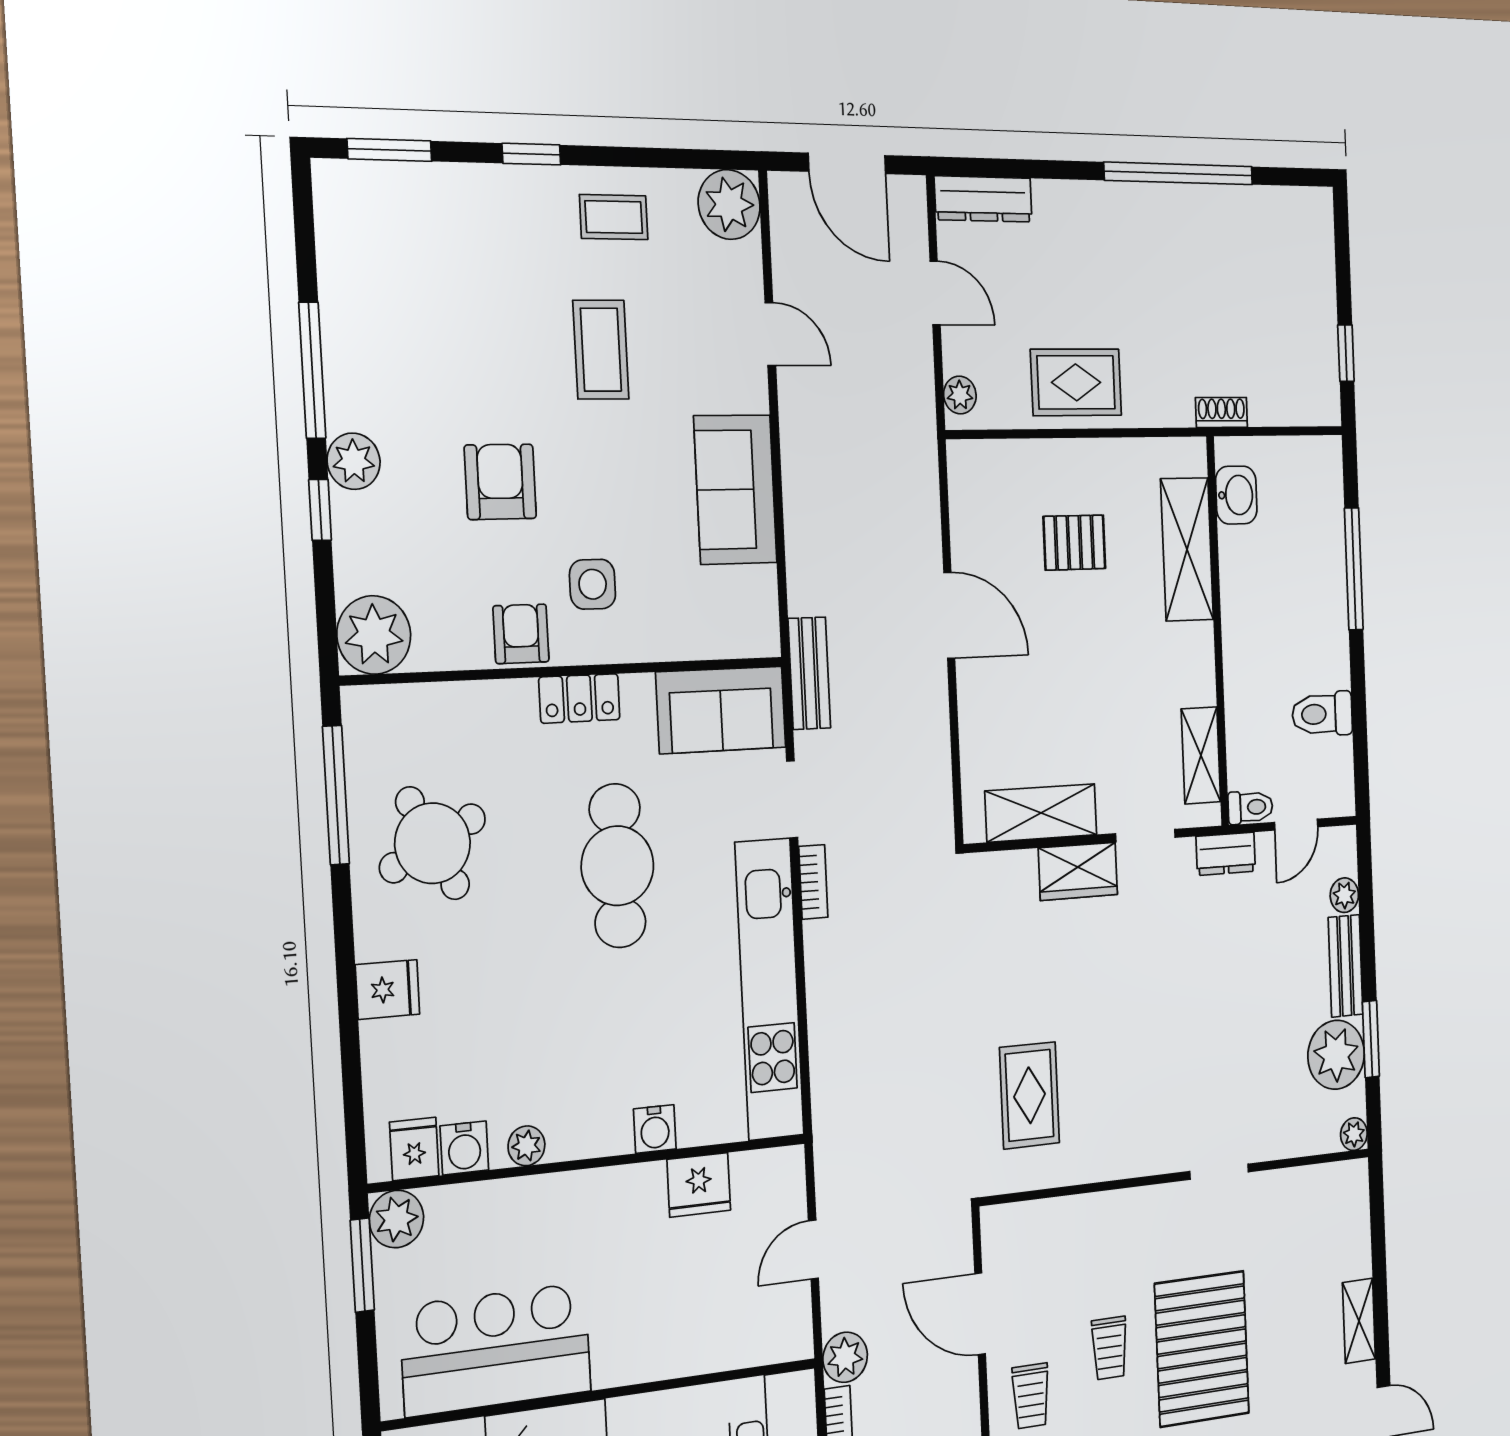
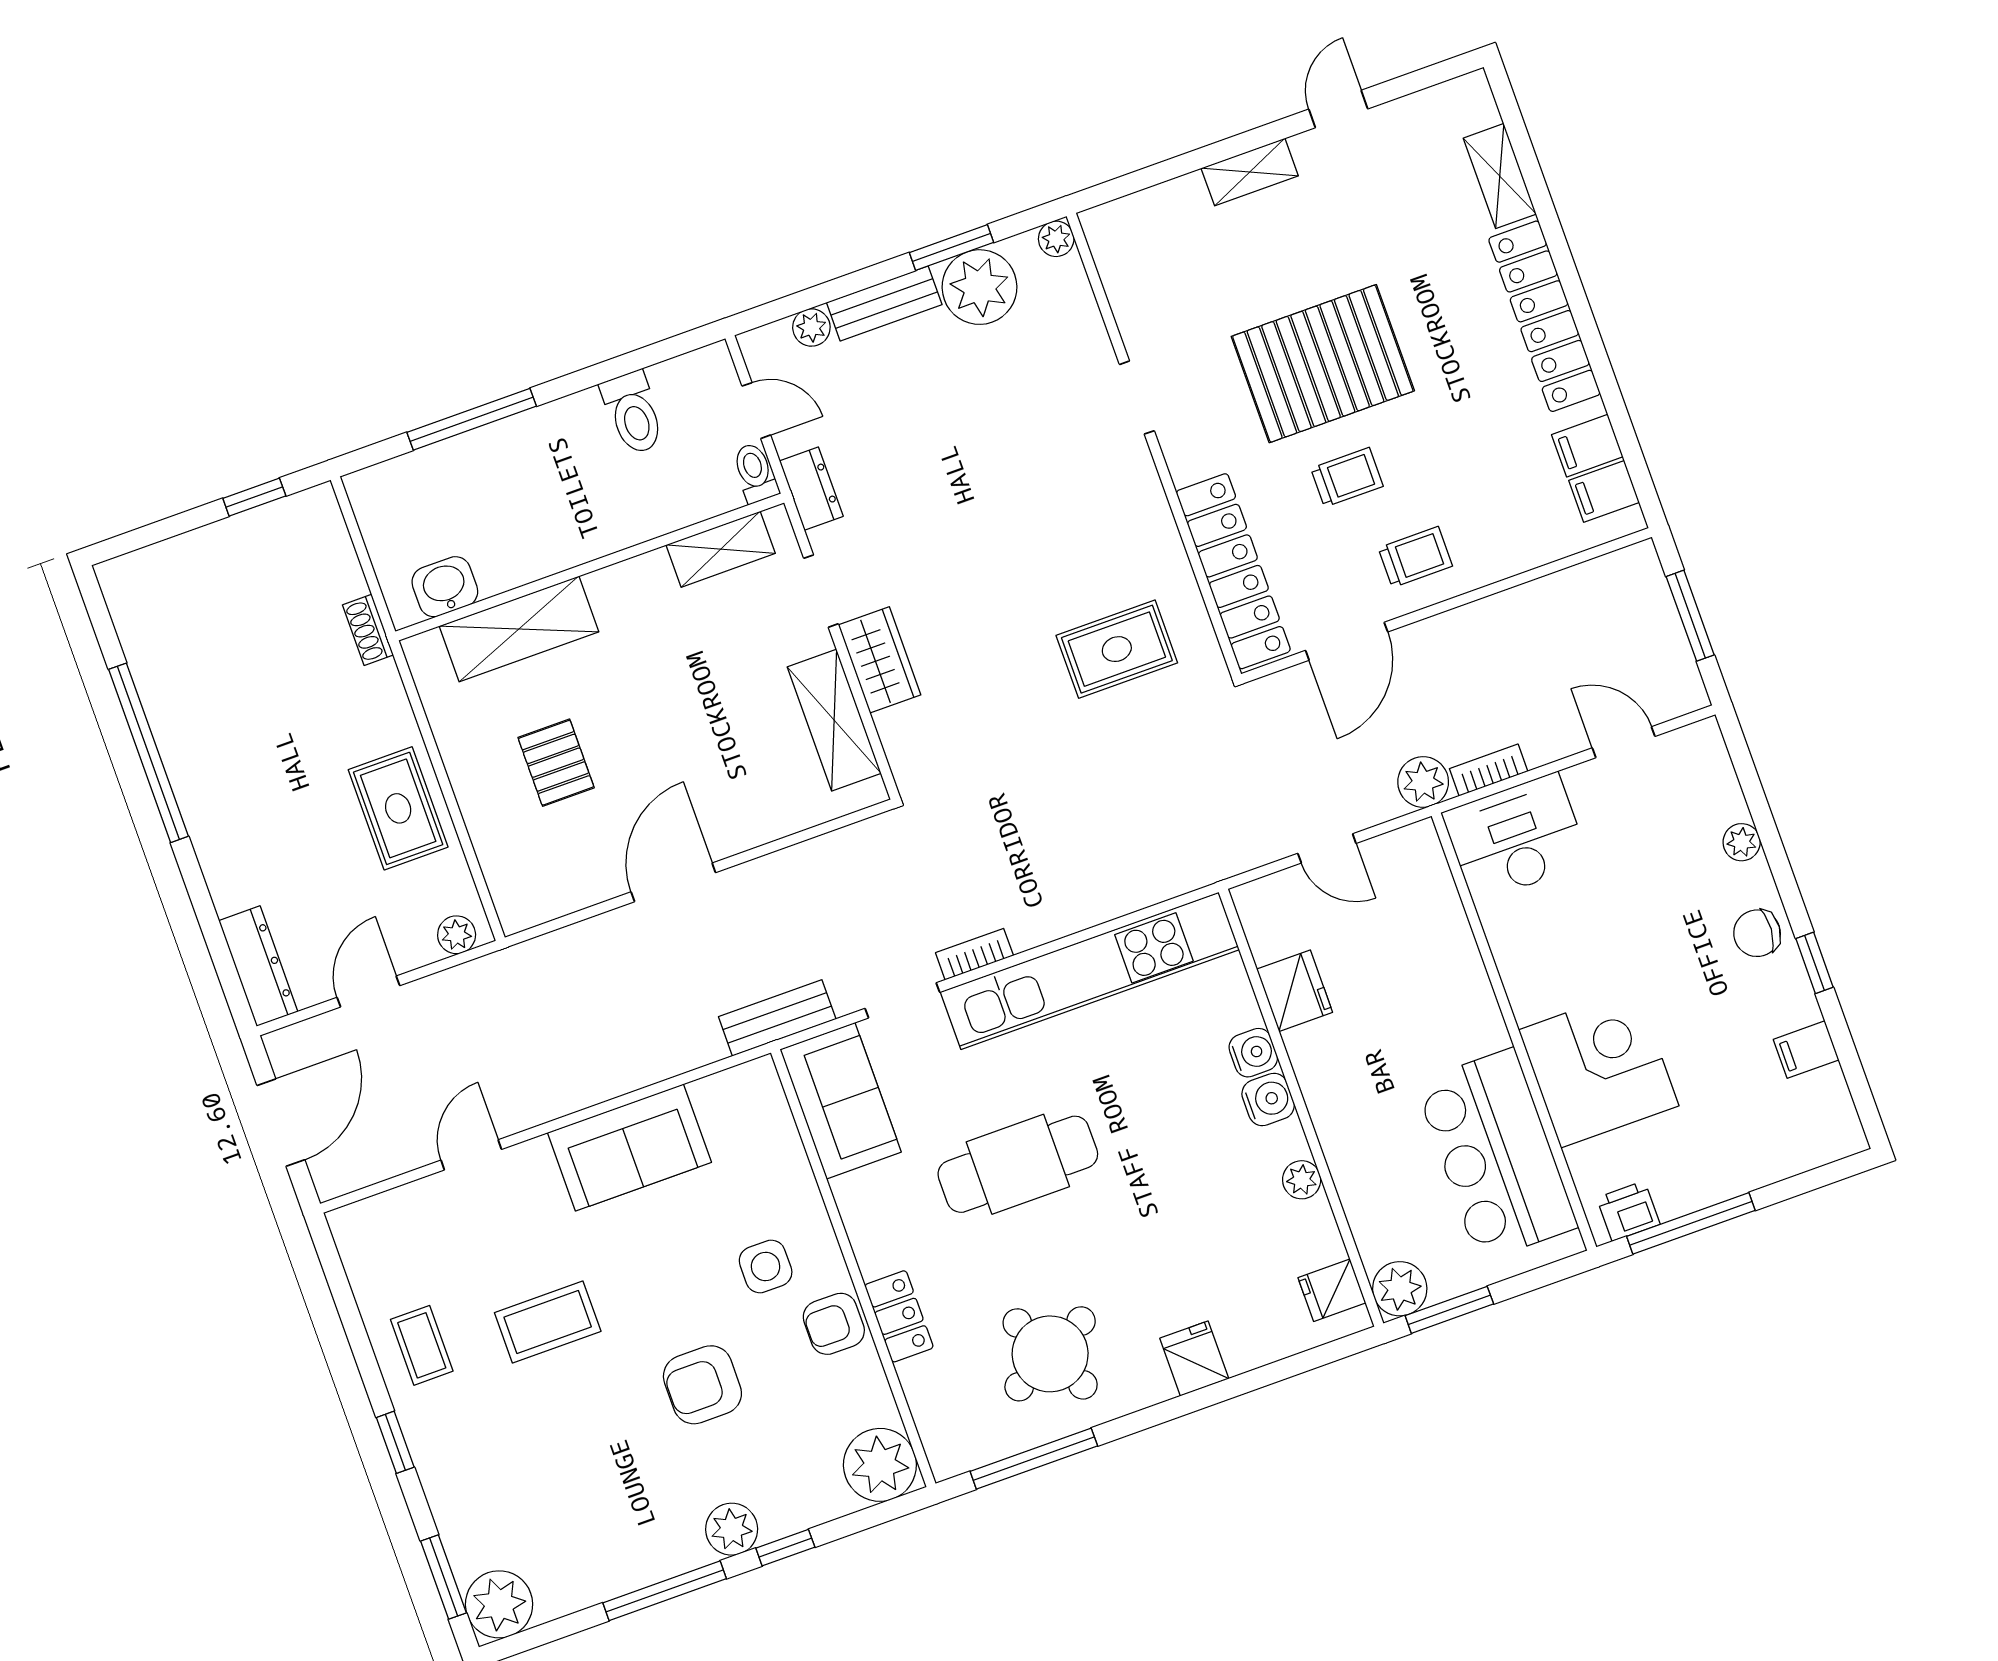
plant: (729, 205) -> (499, 1604), moved
locker: (579, 698) -> (899, 1316), moved
water cooler: (464, 1148) -> (1268, 1099), moved
locker: (1063, 1222) -> (1233, 571), added

